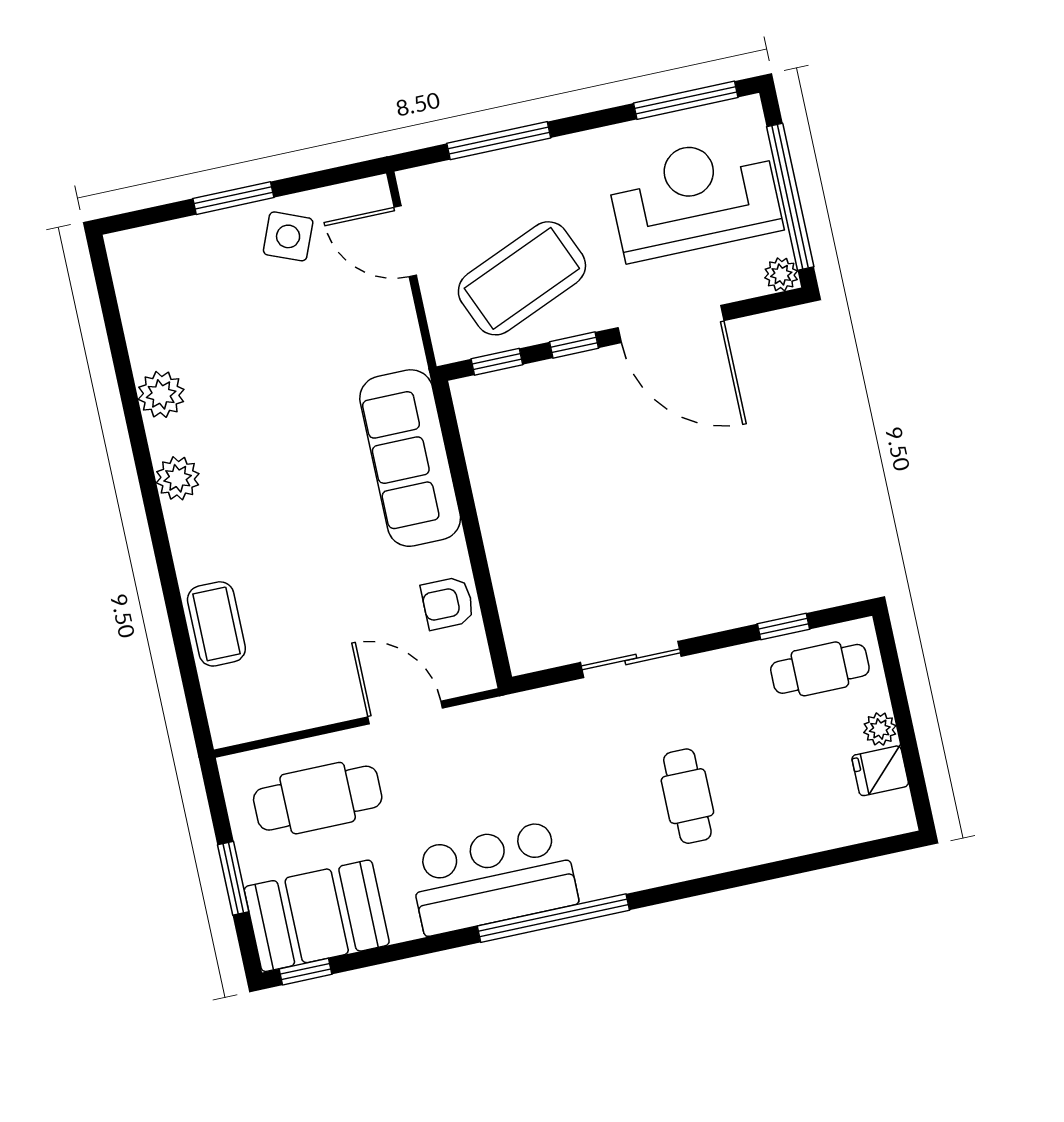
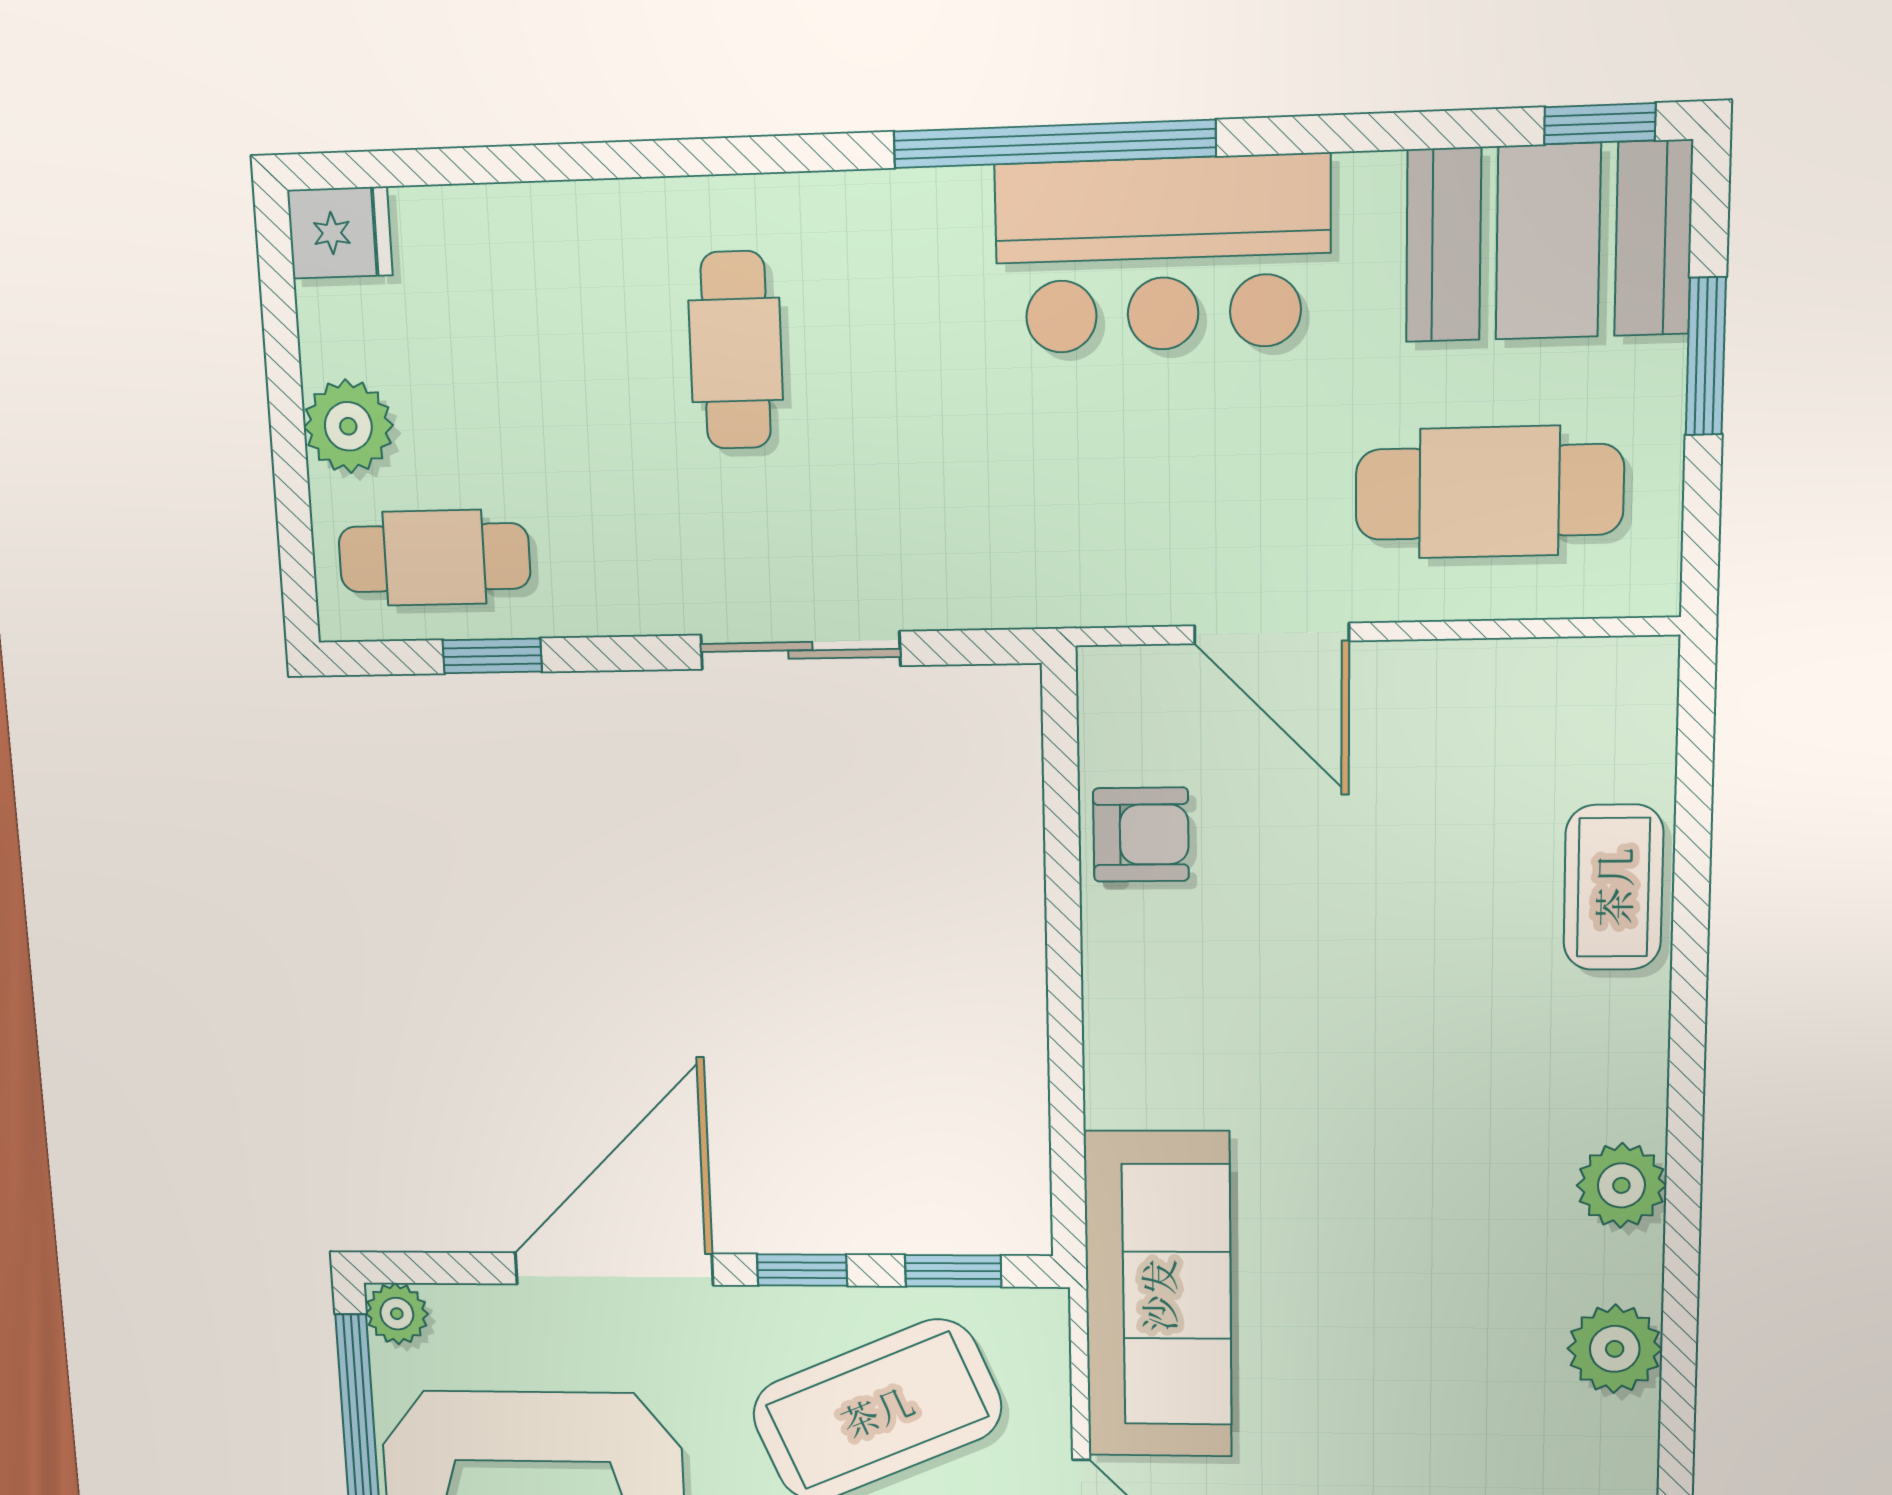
door: (671, 324) -> (614, 1269), hinge flipped
sofa: (410, 458) -> (1158, 1295), moved
plant: (880, 729) -> (348, 426), width x1.38, depth x1.38
fridge: (880, 771) -> (340, 233), moved

